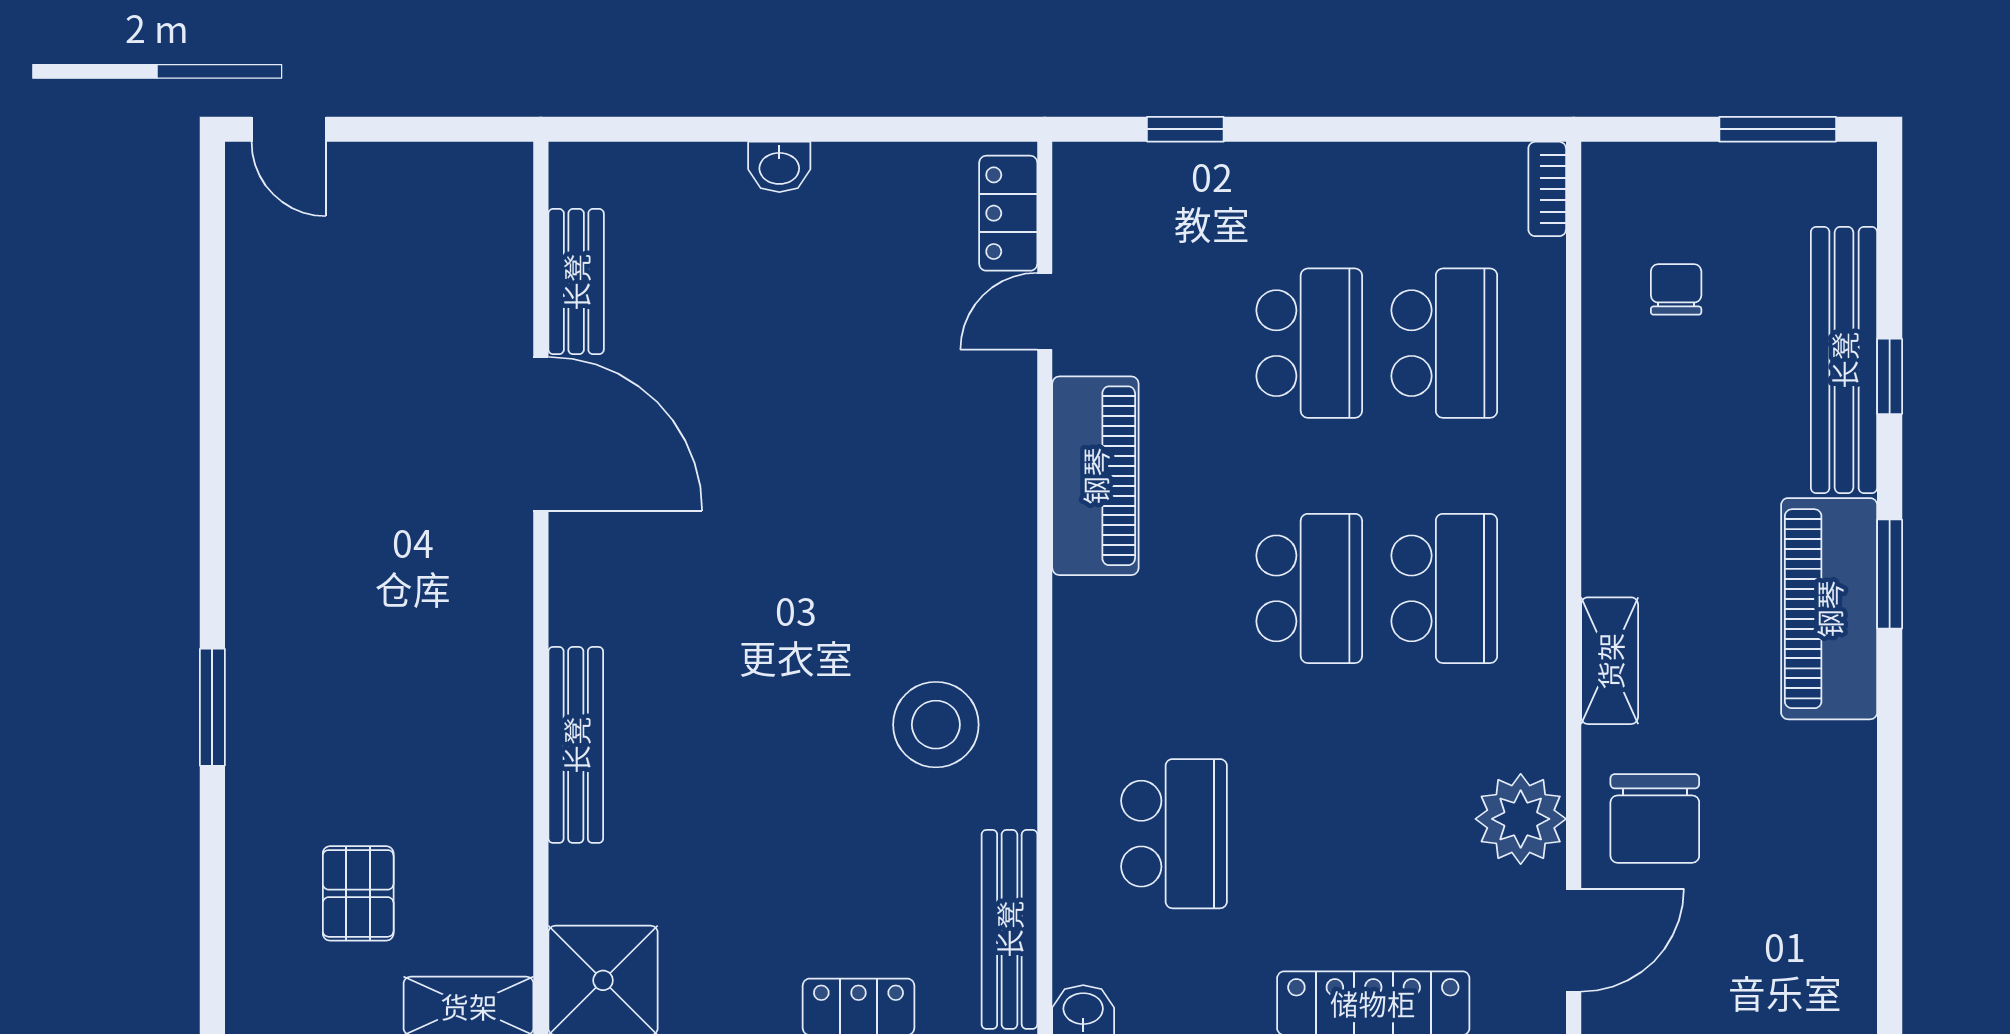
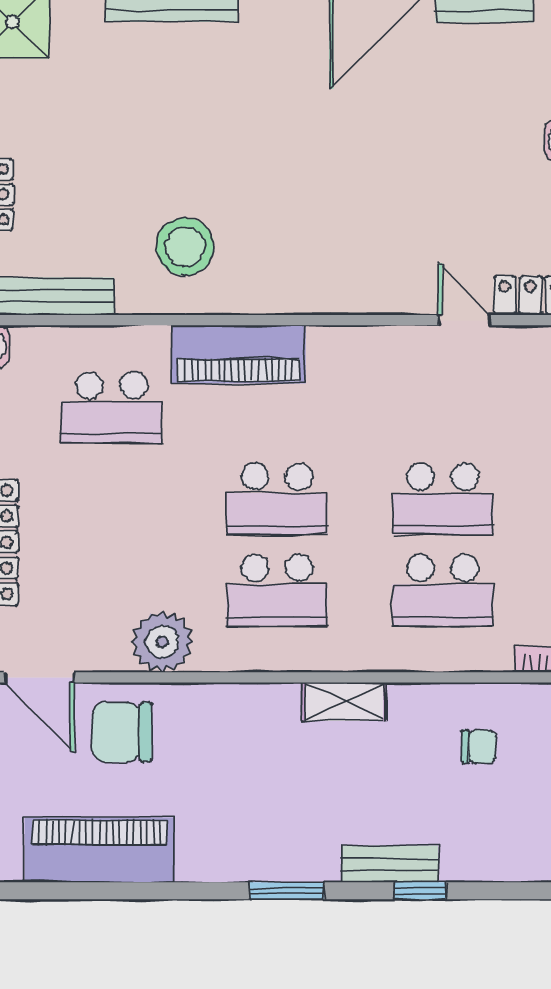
bench: (1844, 360) -> (390, 864), width x0.54, depth x0.82
piano: (1095, 476) -> (239, 354), moved
piano: (1829, 609) -> (100, 850), moved
shelving: (1610, 661) -> (344, 702), moved
plant: (1521, 819) -> (162, 642), moved

